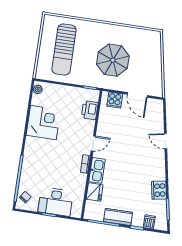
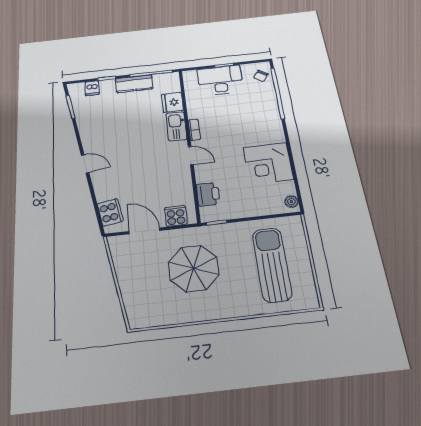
door: (166, 141) -> (85, 164), moved
door: (93, 143) -> (191, 156), swing flipped
cooker: (159, 190) -> (110, 212), moved

